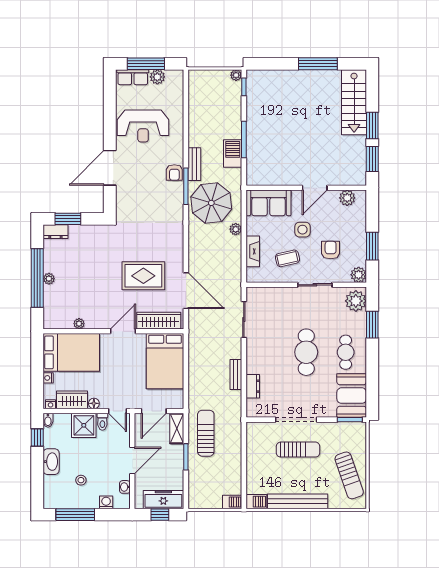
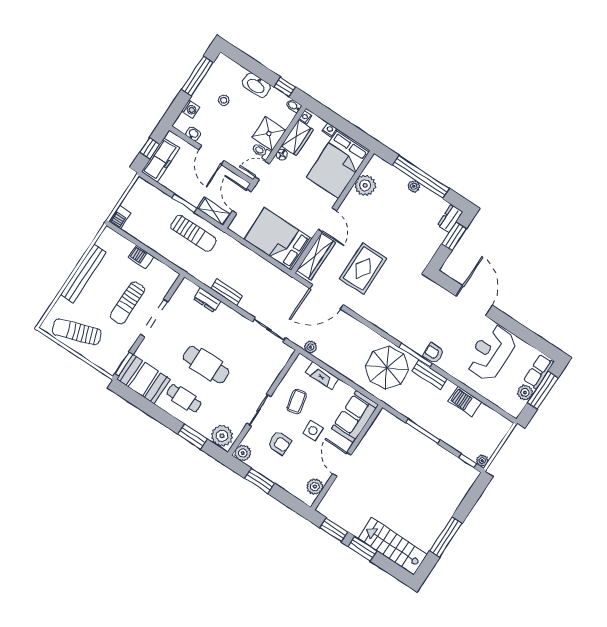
barbecue: (233, 153) -> (465, 402), moved, turned 180
plant: (236, 229) -> (310, 347), moved
plant: (79, 324) -> (365, 185), width x1.88, depth x1.88
barbecue: (256, 502) -> (141, 257), moved, turned 90

